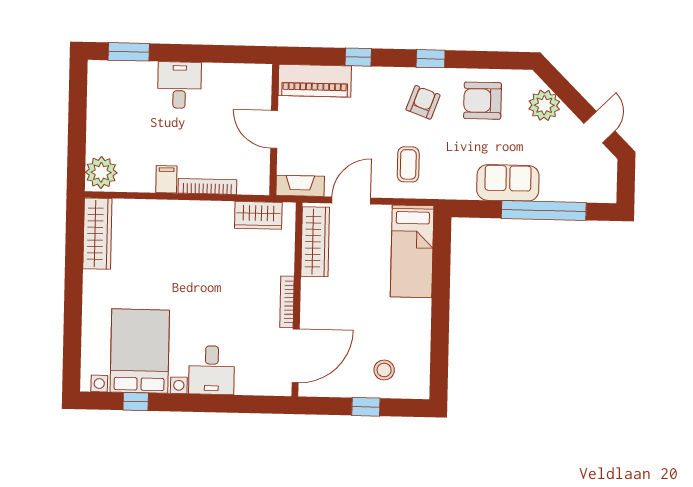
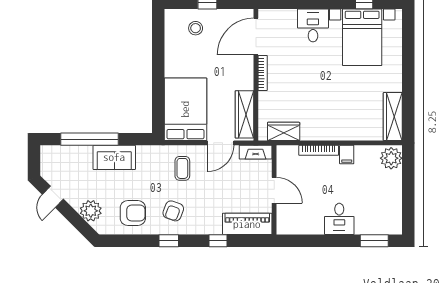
bed: (412, 251) -> (185, 109), width x1.50

